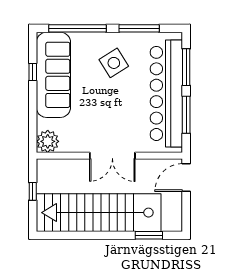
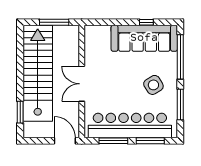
plant: (48, 141) -> (93, 34), removed
window: (33, 191) -> (54, 22), width x2.17

